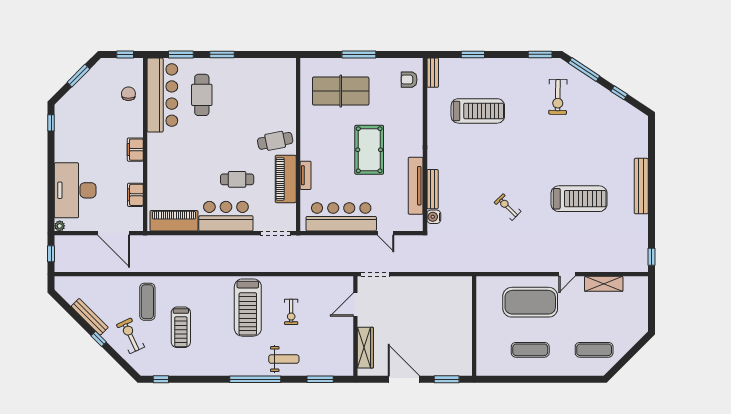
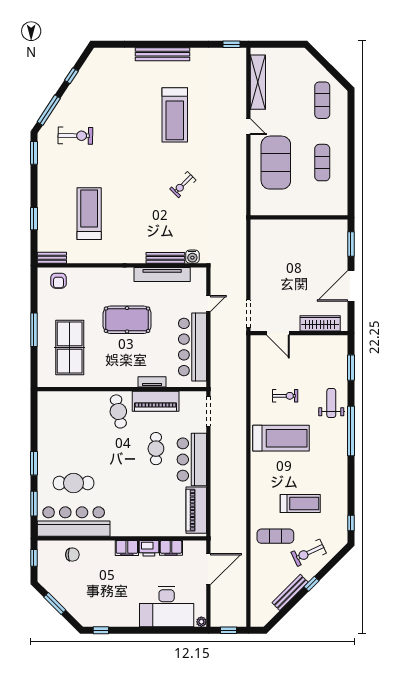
chair: (128, 94) -> (72, 555), turned 180
printer: (135, 172) -> (149, 548), added
treadmill: (579, 199) -> (175, 115), turned 180
shelving: (604, 284) -> (258, 82), width x1.47

